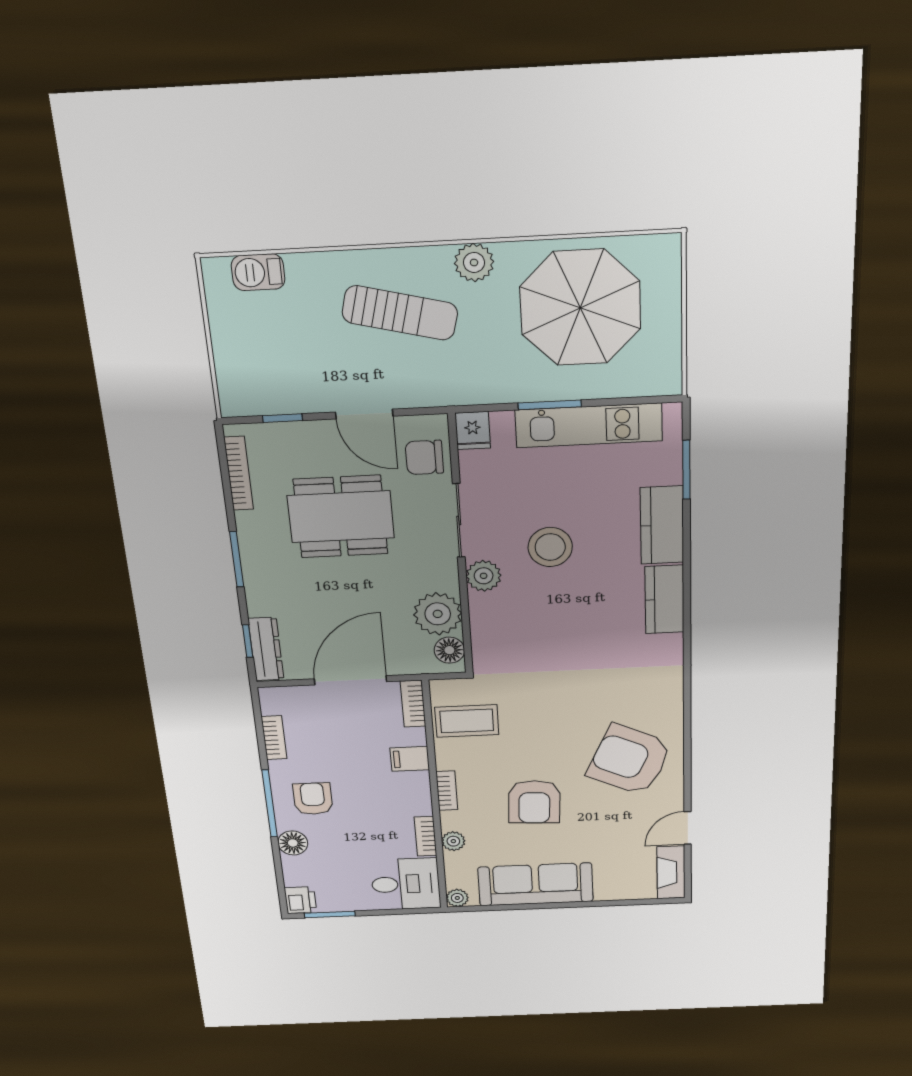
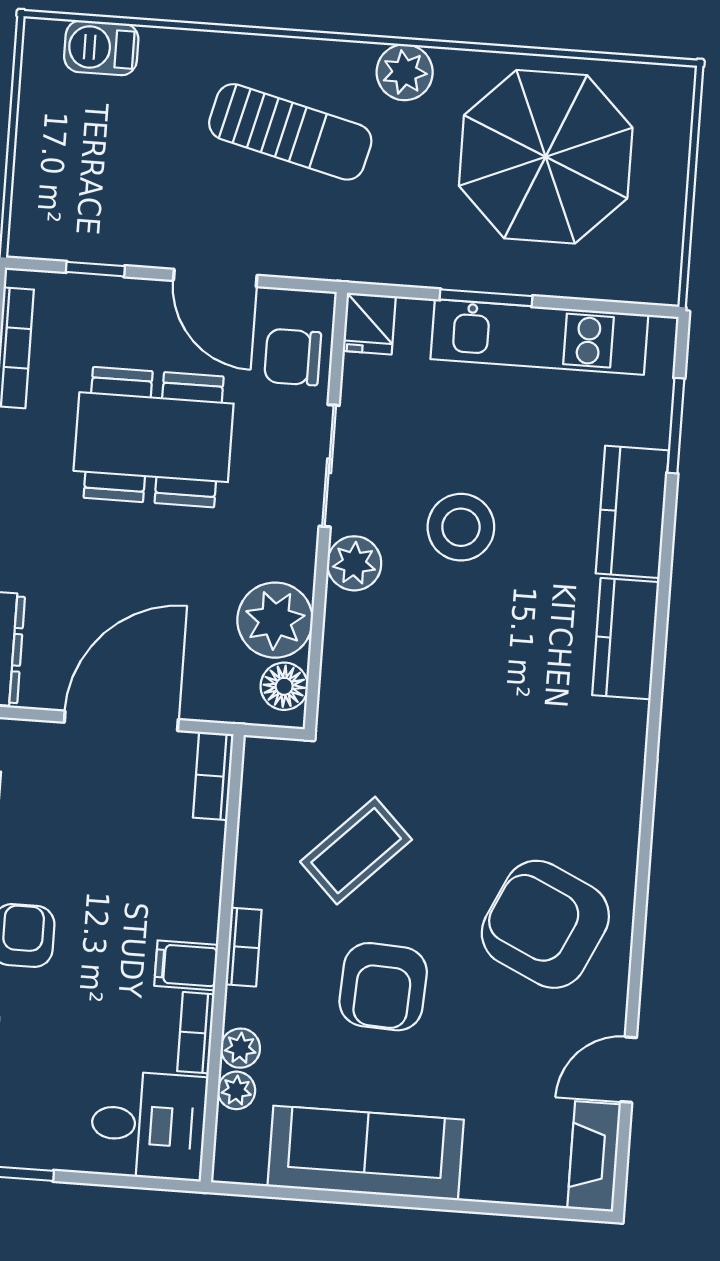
coffee table: (467, 721) -> (356, 851), moved, turned -45
filing cabinet: (410, 759) -> (186, 965), moved
plant: (457, 898) -> (236, 1090), moved

